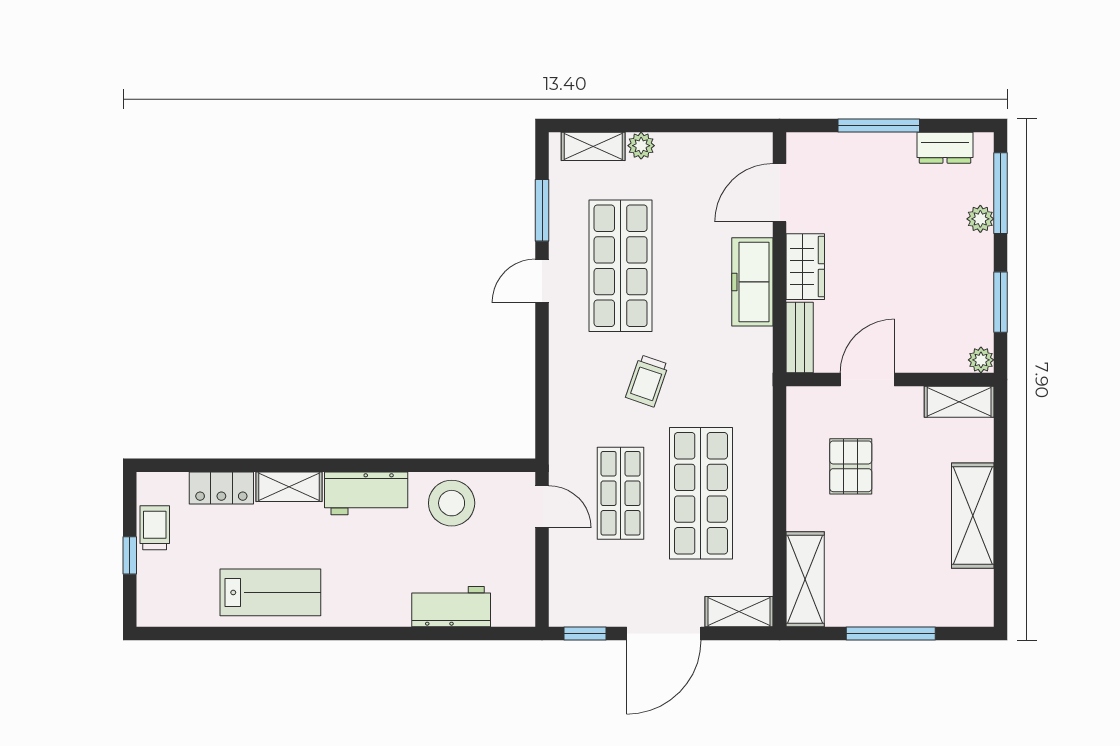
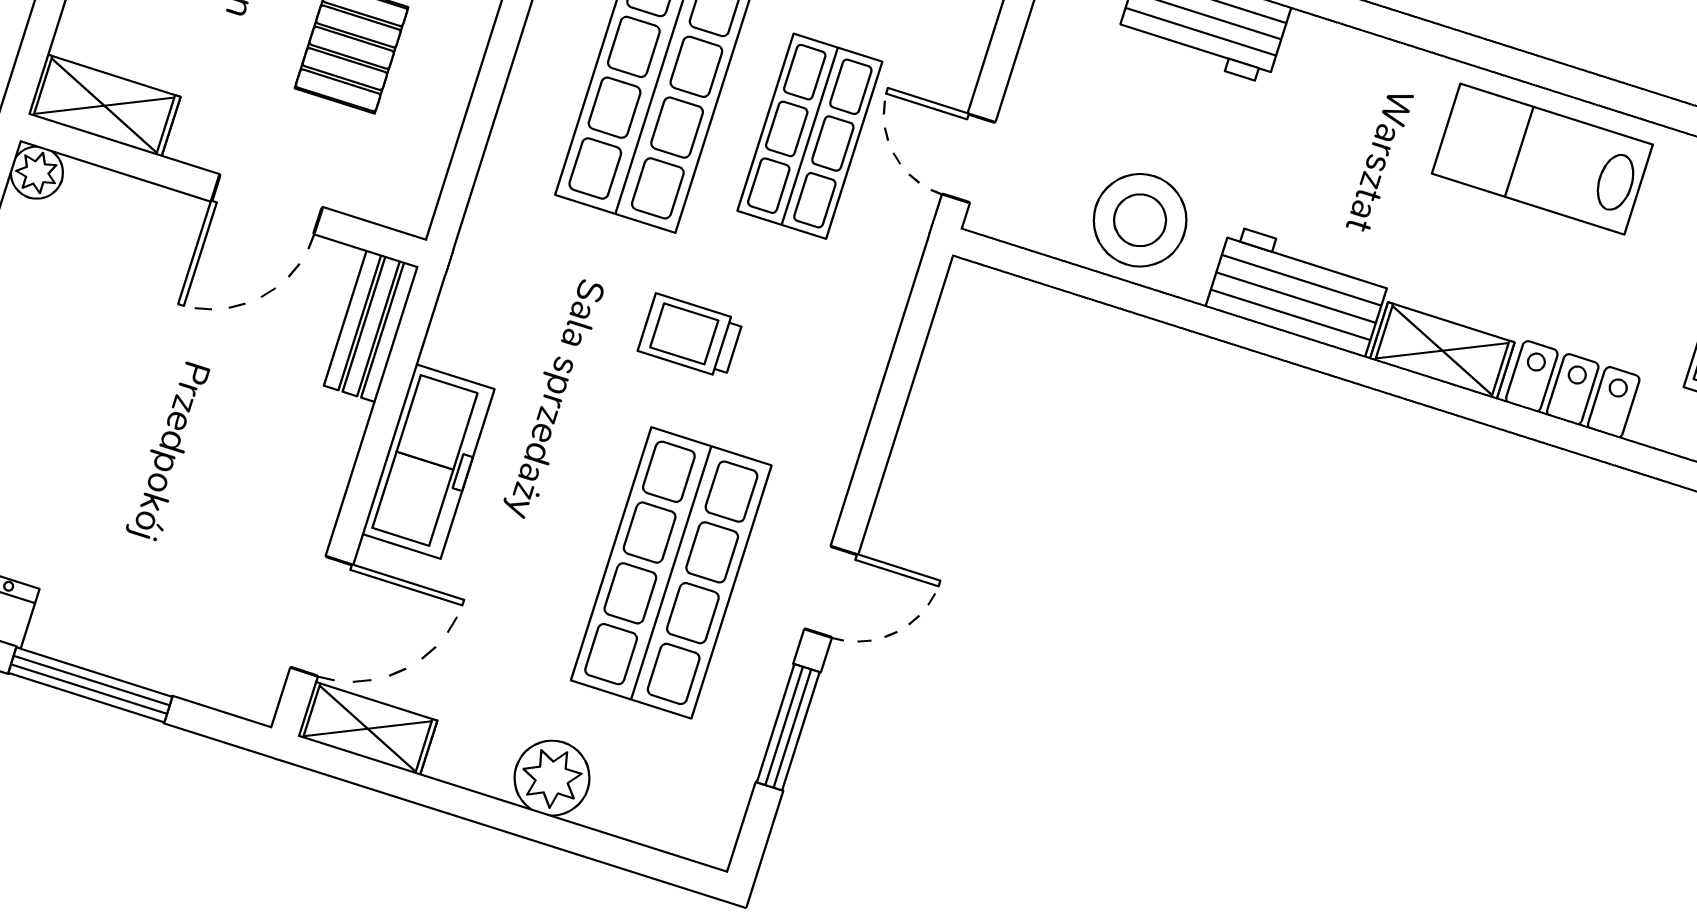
shelving: (593, 146) -> (368, 729), moved
plant: (641, 146) -> (552, 778), width x1.38, depth x1.38
wardrobe: (805, 267) -> (317, 459), removed
trolley: (647, 381) -> (690, 336), turned -109

